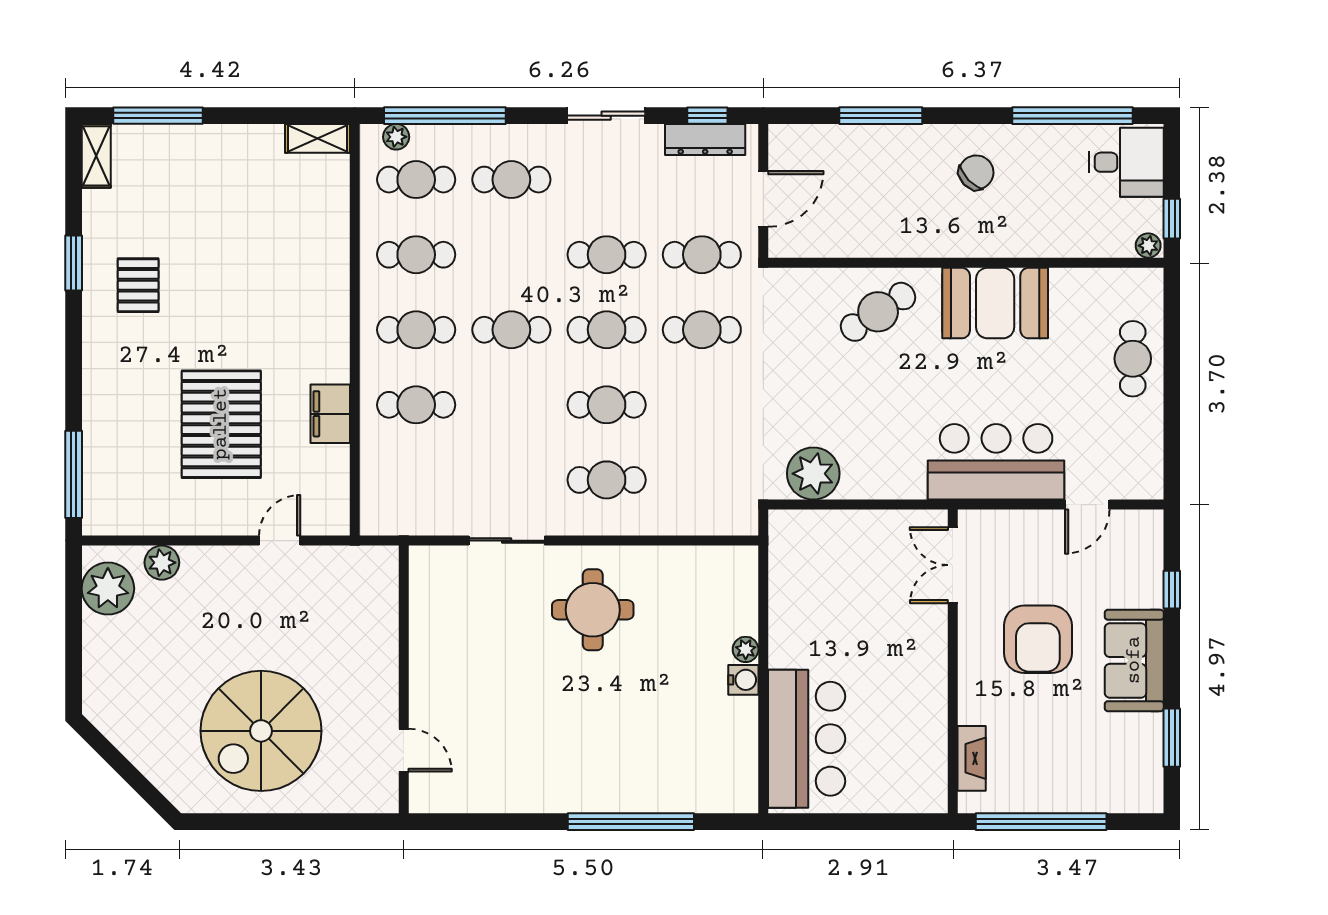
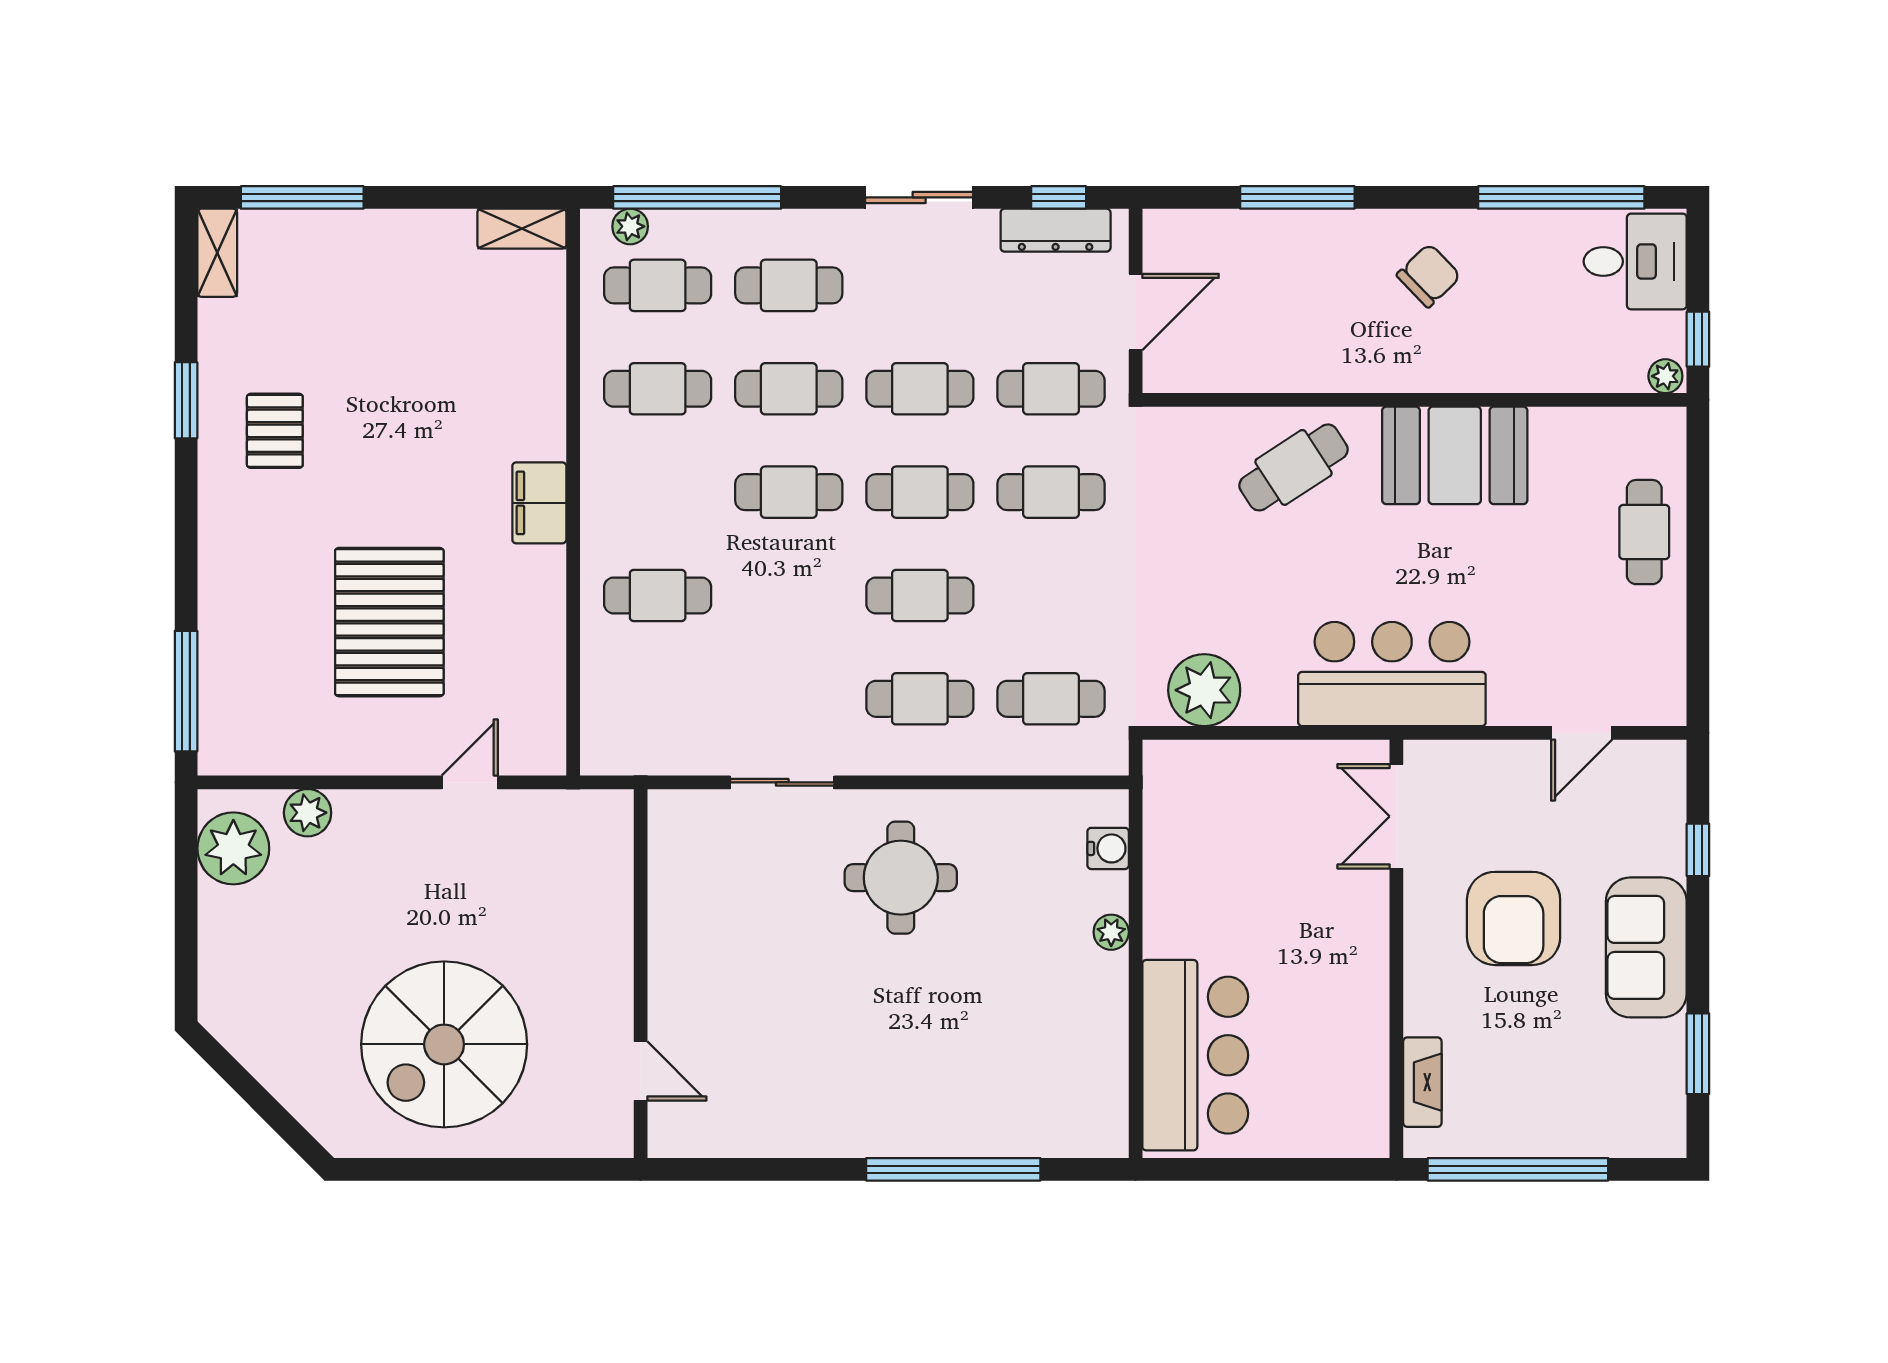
cafe table: (416, 330) -> (789, 389), moved
filing cabinet: (330, 414) -> (539, 503), moved
bar counter: (996, 462) -> (1392, 674), moved
cafe table: (702, 480) -> (1051, 699), added
water cooler: (743, 680) -> (1108, 848), moved

